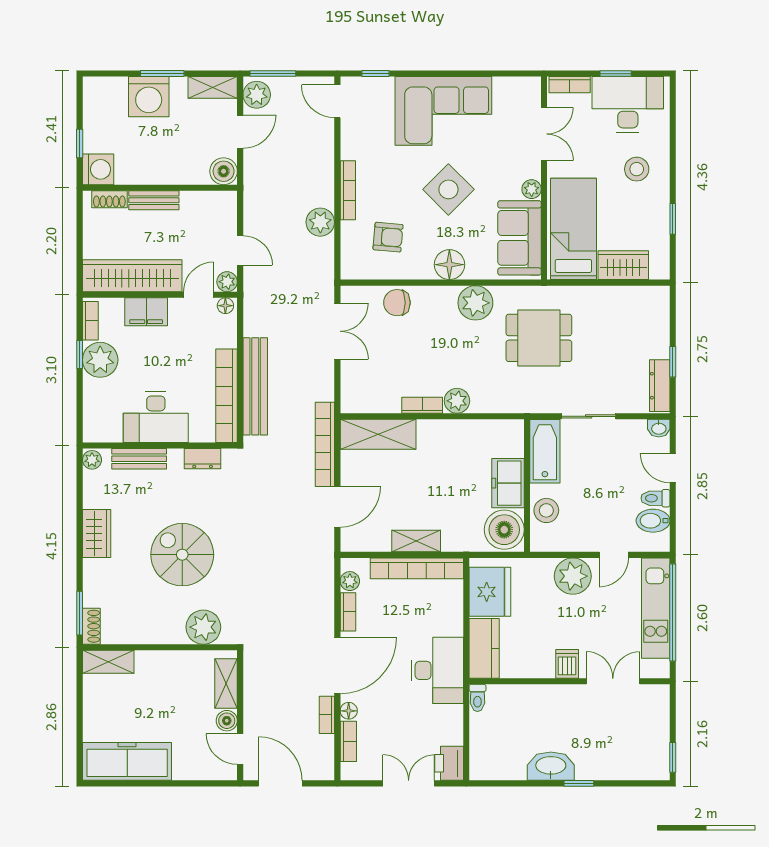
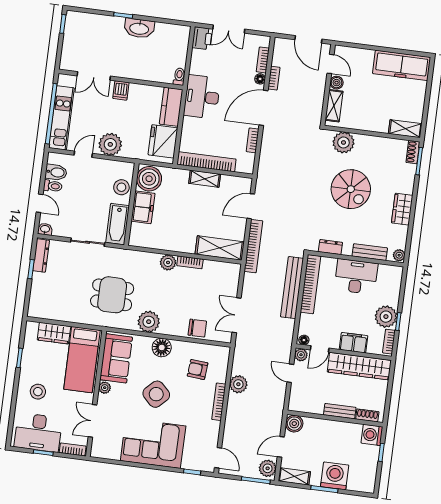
plant: (350, 581) -> (249, 159), removed

